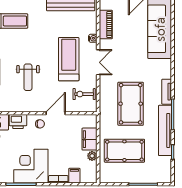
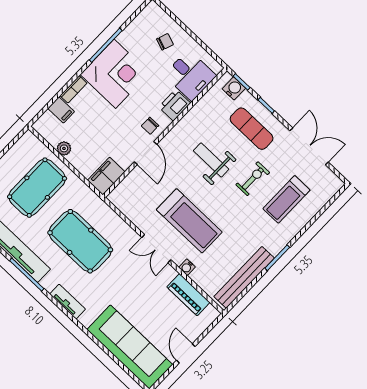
tv unit: (167, 92) -> (67, 302), moved
exercise bike: (84, 94) -> (253, 179), moved
filing cabinet: (90, 139) -> (106, 176), moved, turned -90

